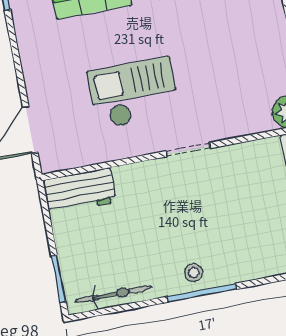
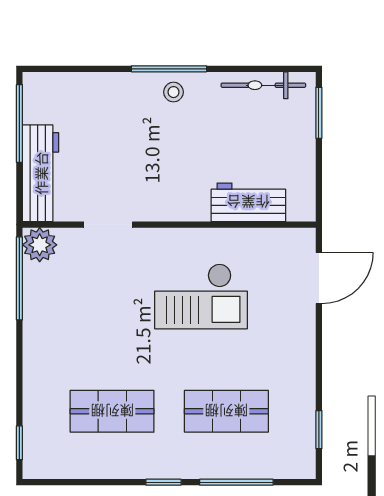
doorway: (188, 150) -> (108, 225), moved
workbench: (80, 191) -> (248, 202), moved

